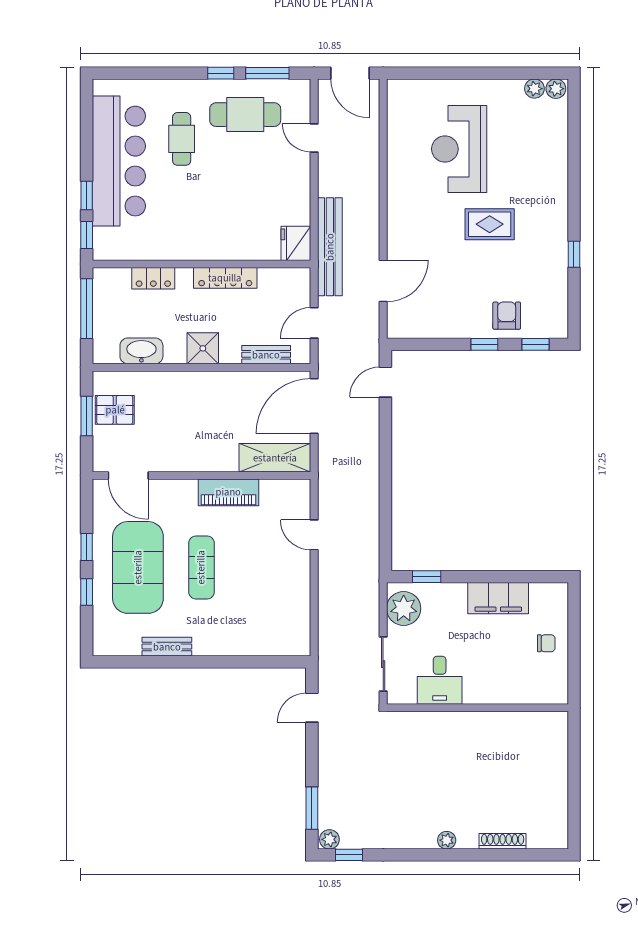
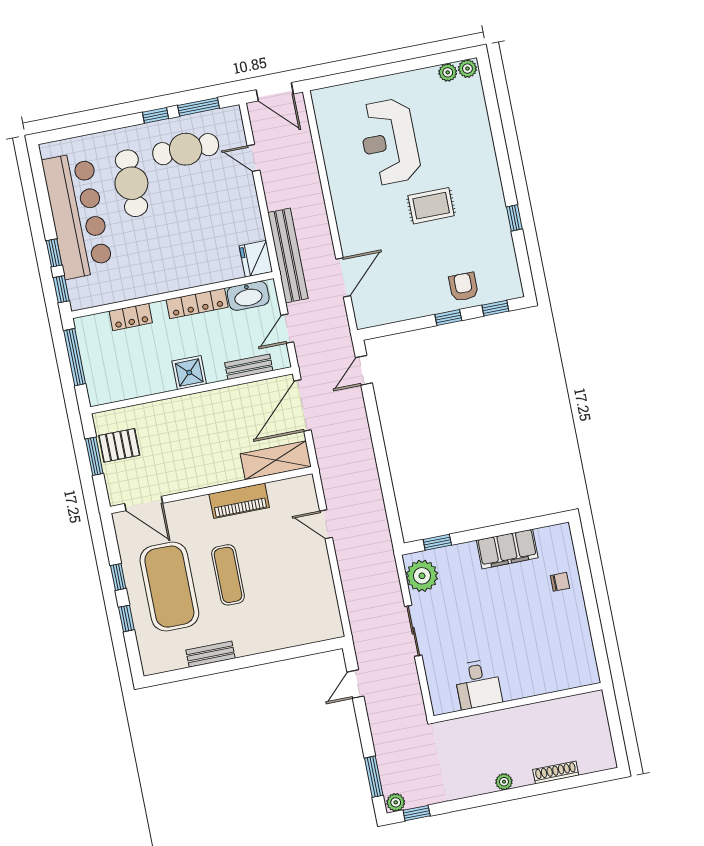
cafe table: (182, 139) -> (131, 183), width x1.37, depth x1.35
washbasin: (141, 351) -> (248, 296), moved, turned 180
desk: (440, 680) -> (478, 684), moved
wall: (477, 708) -> (518, 703), moved

